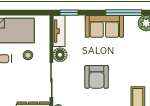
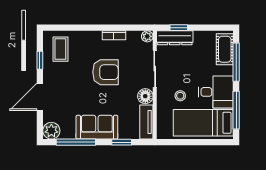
window: (69, 13) -> (122, 142), moved
armchair: (97, 77) -> (105, 72), turned 90

